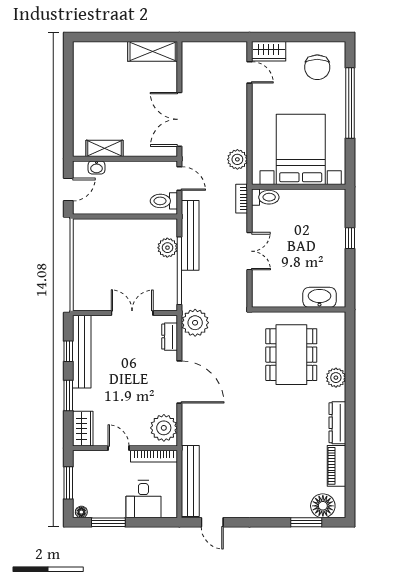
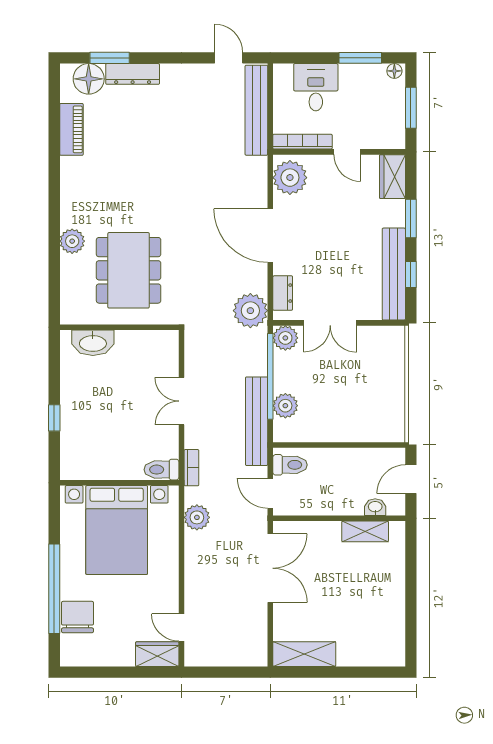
chair: (317, 67) -> (78, 617), moved
plant: (167, 301) -> (285, 338), added
dresser: (337, 423) -> (133, 74), moved, turned 90

